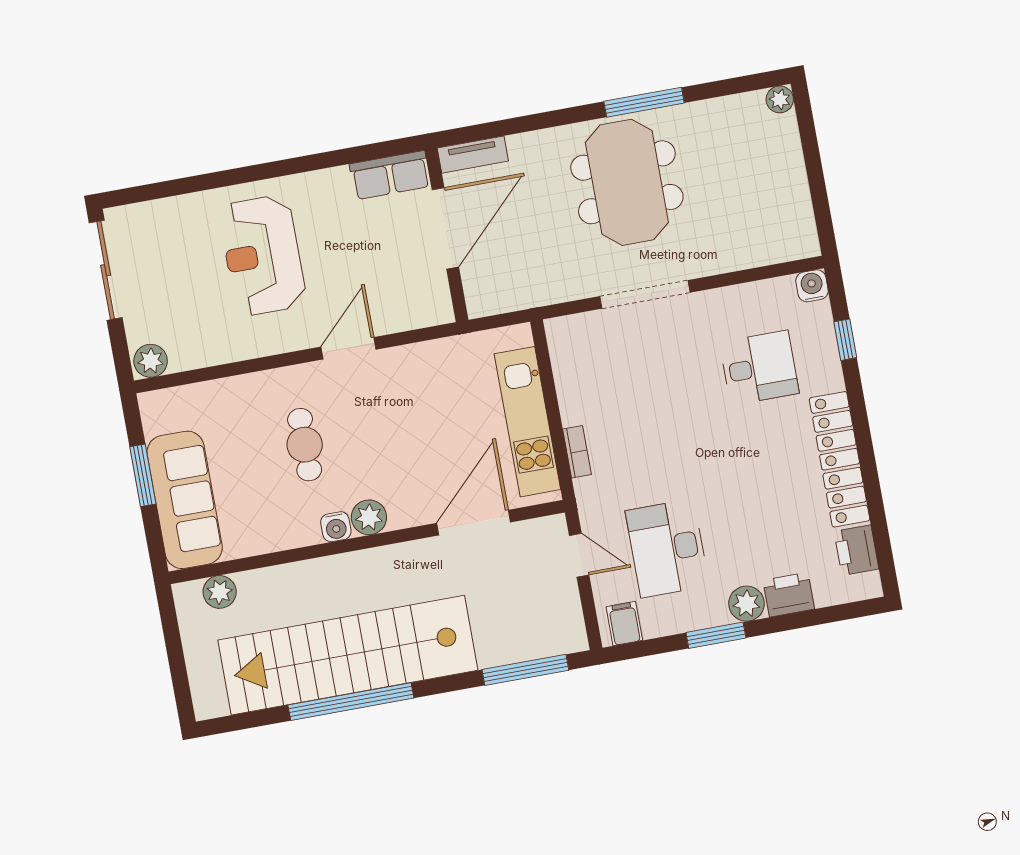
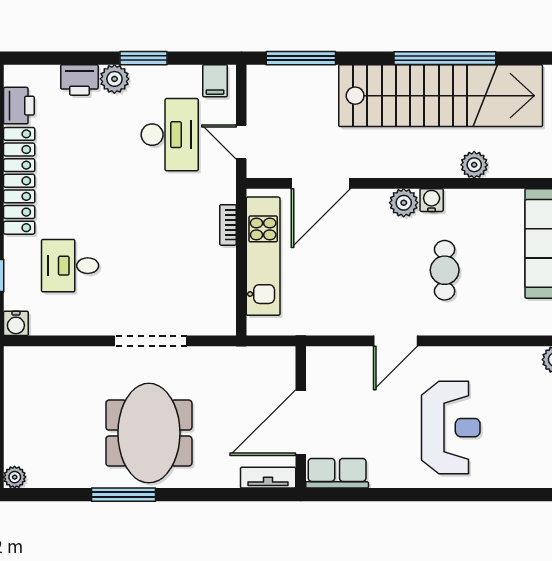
plant: (220, 592) -> (474, 165), moved

